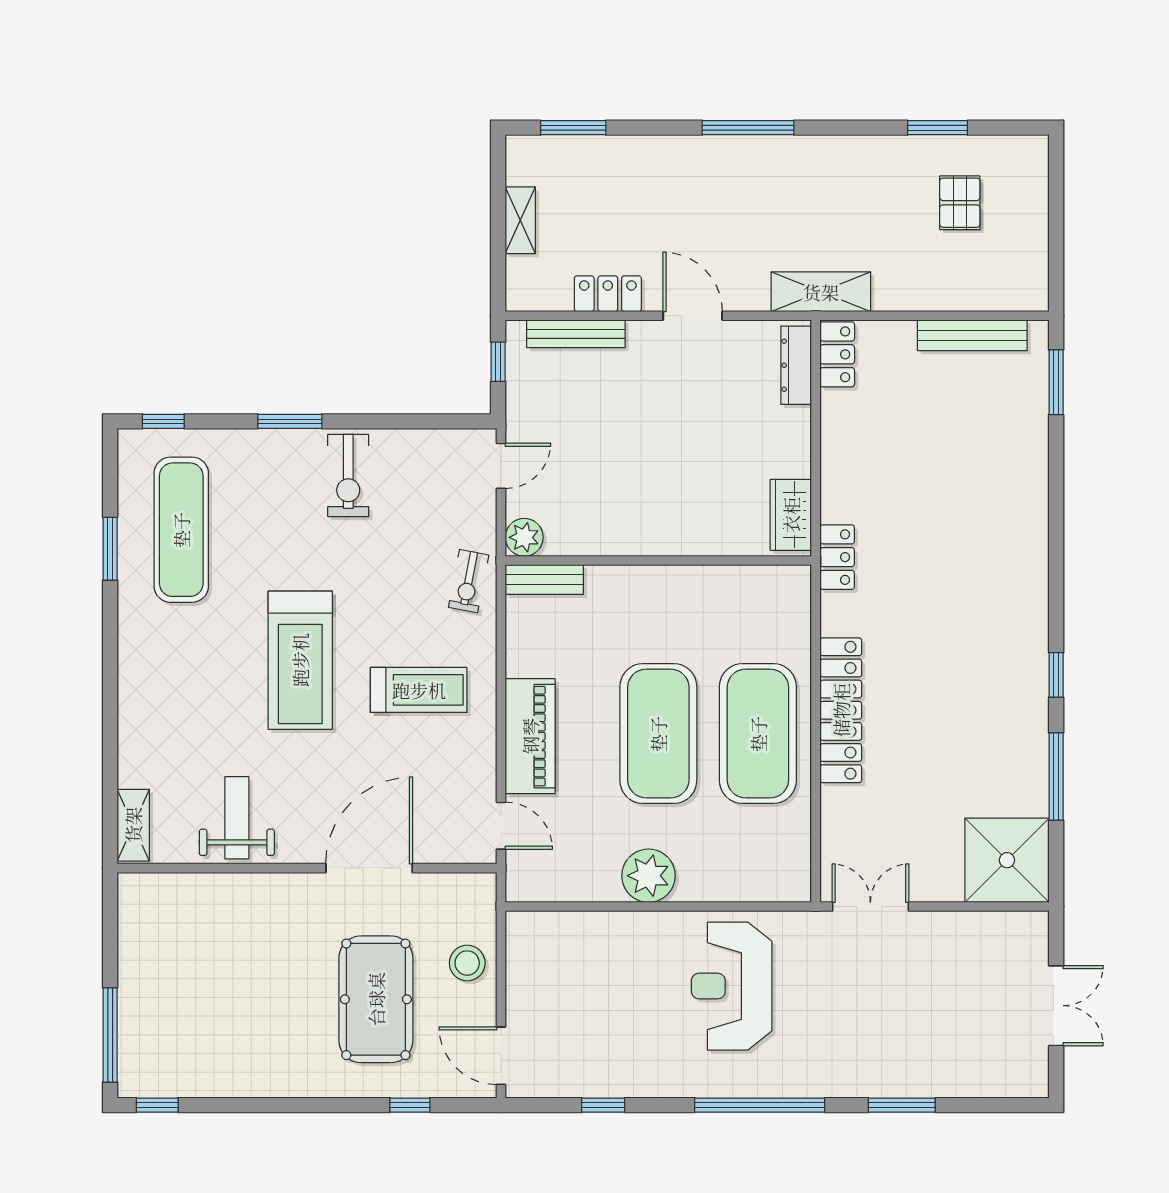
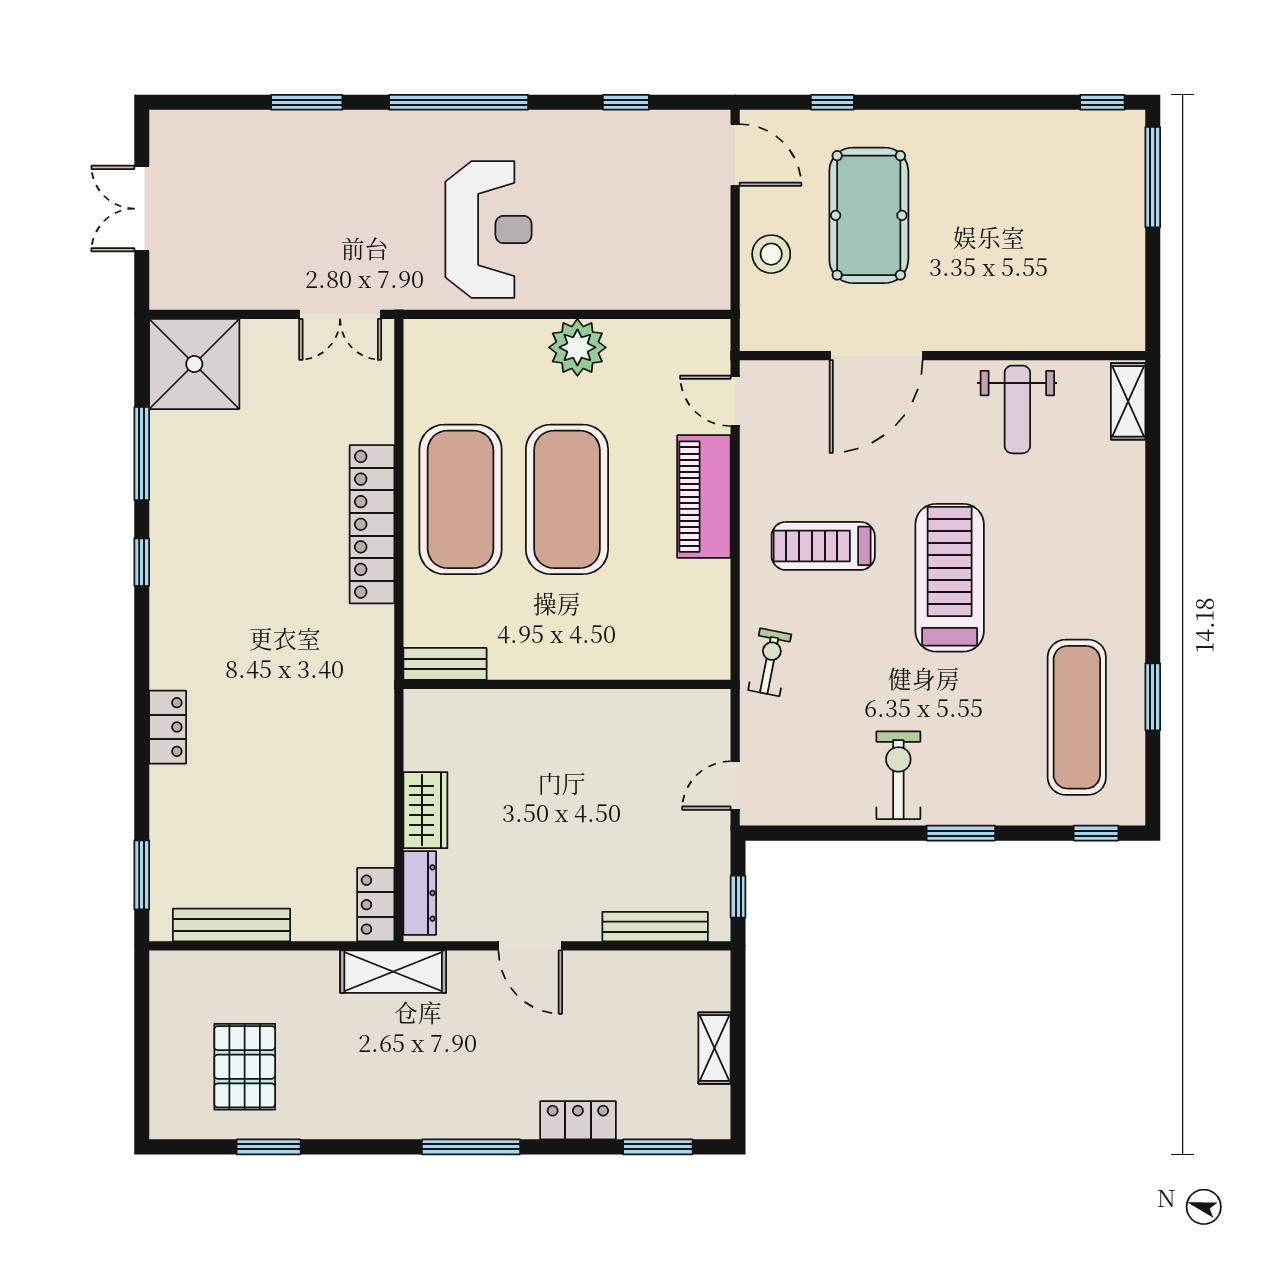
pallet: (960, 203) -> (245, 1067), width x1.50, depth x1.42
locker: (608, 294) -> (578, 1120), moved, turned 180
wardrobe: (791, 515) -> (425, 810), moved
plant: (524, 537) -> (710, 709), removed
locker: (837, 557) -> (168, 727), moved, turned 180
bench: (544, 580) -> (445, 664), moved

